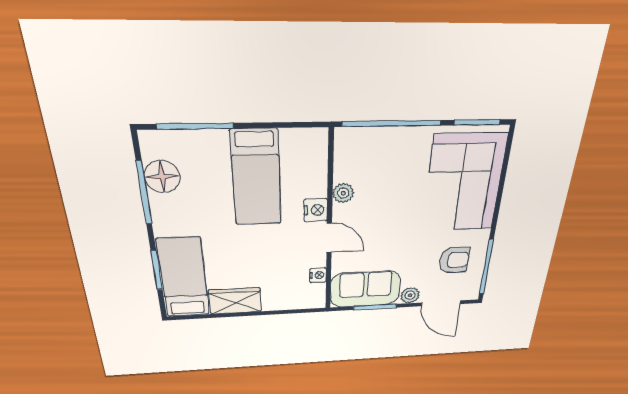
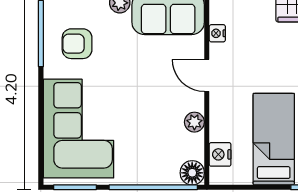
floor lamp: (347, 140) -> (192, 173), added
nightstand: (316, 210) -> (220, 154), moved

